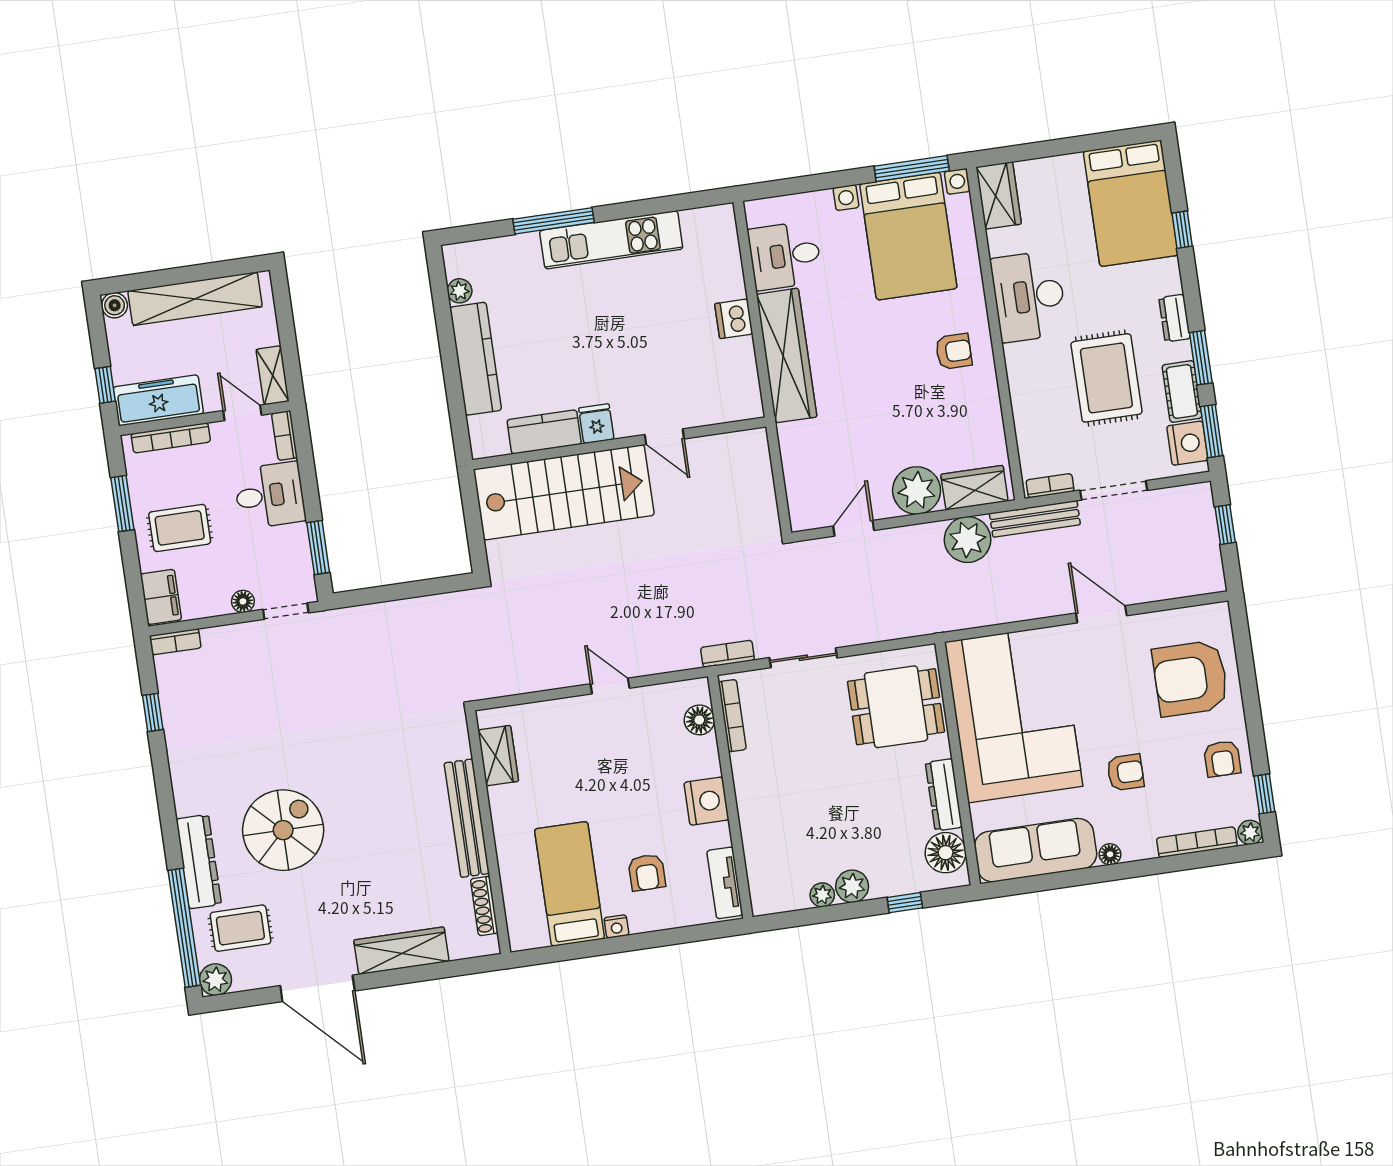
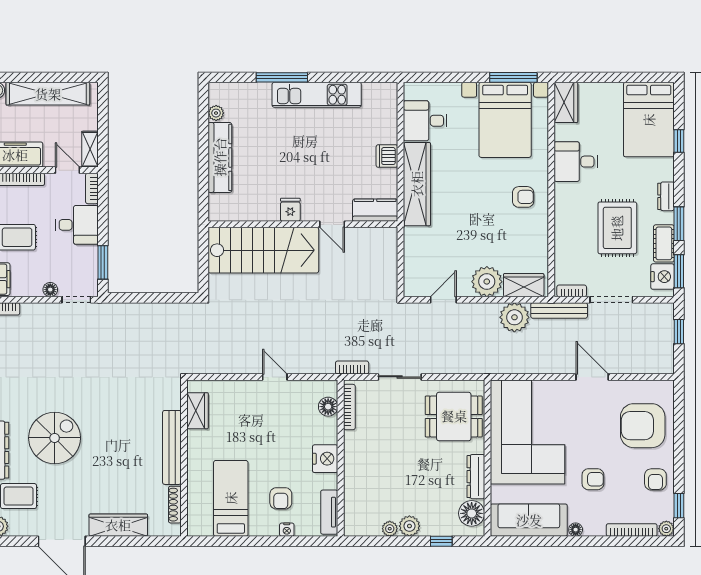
desk: (1029, 296) -> (576, 162), width x0.73
kitchen counter: (544, 432) -> (375, 210), moved
nightstand: (616, 926) -> (287, 530), moved

